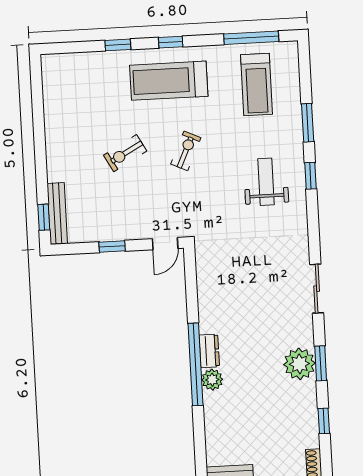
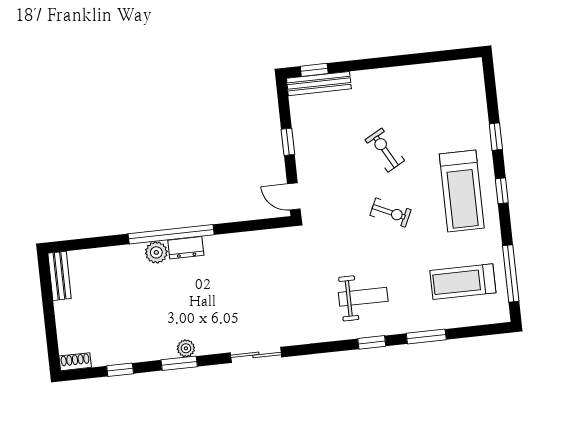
treadmill: (169, 81) -> (462, 191), turned 180
plant: (299, 364) -> (186, 348), width x0.53, depth x0.53

